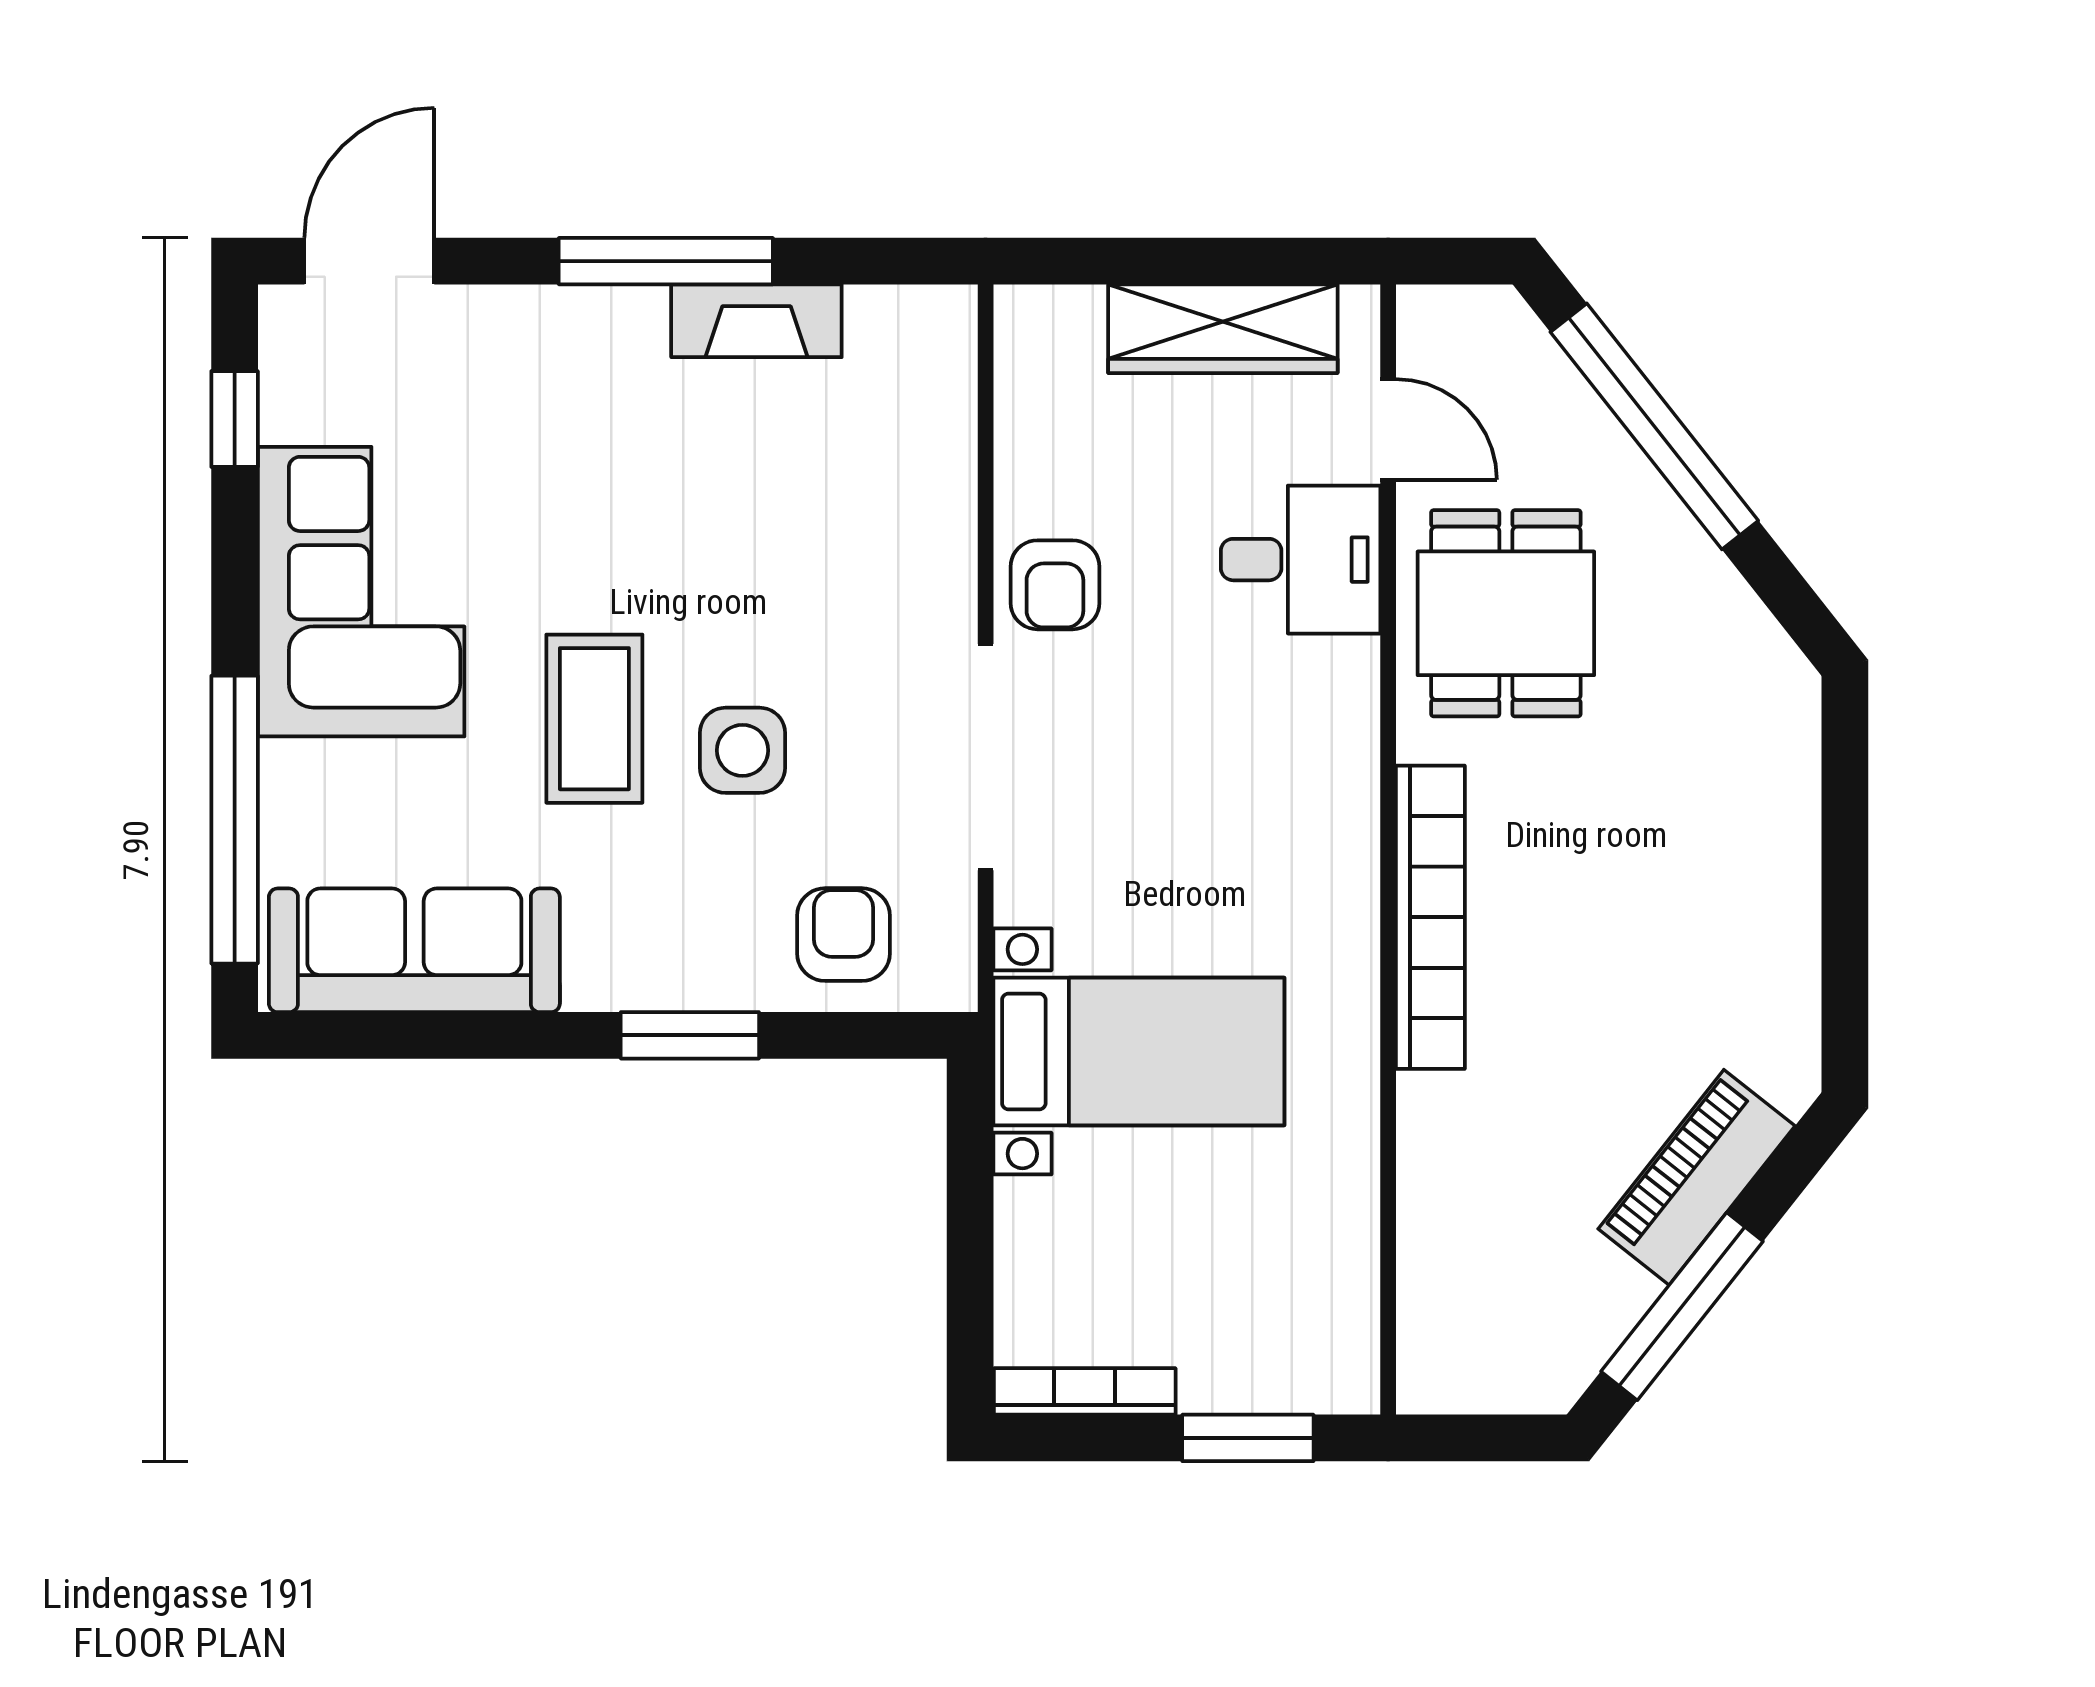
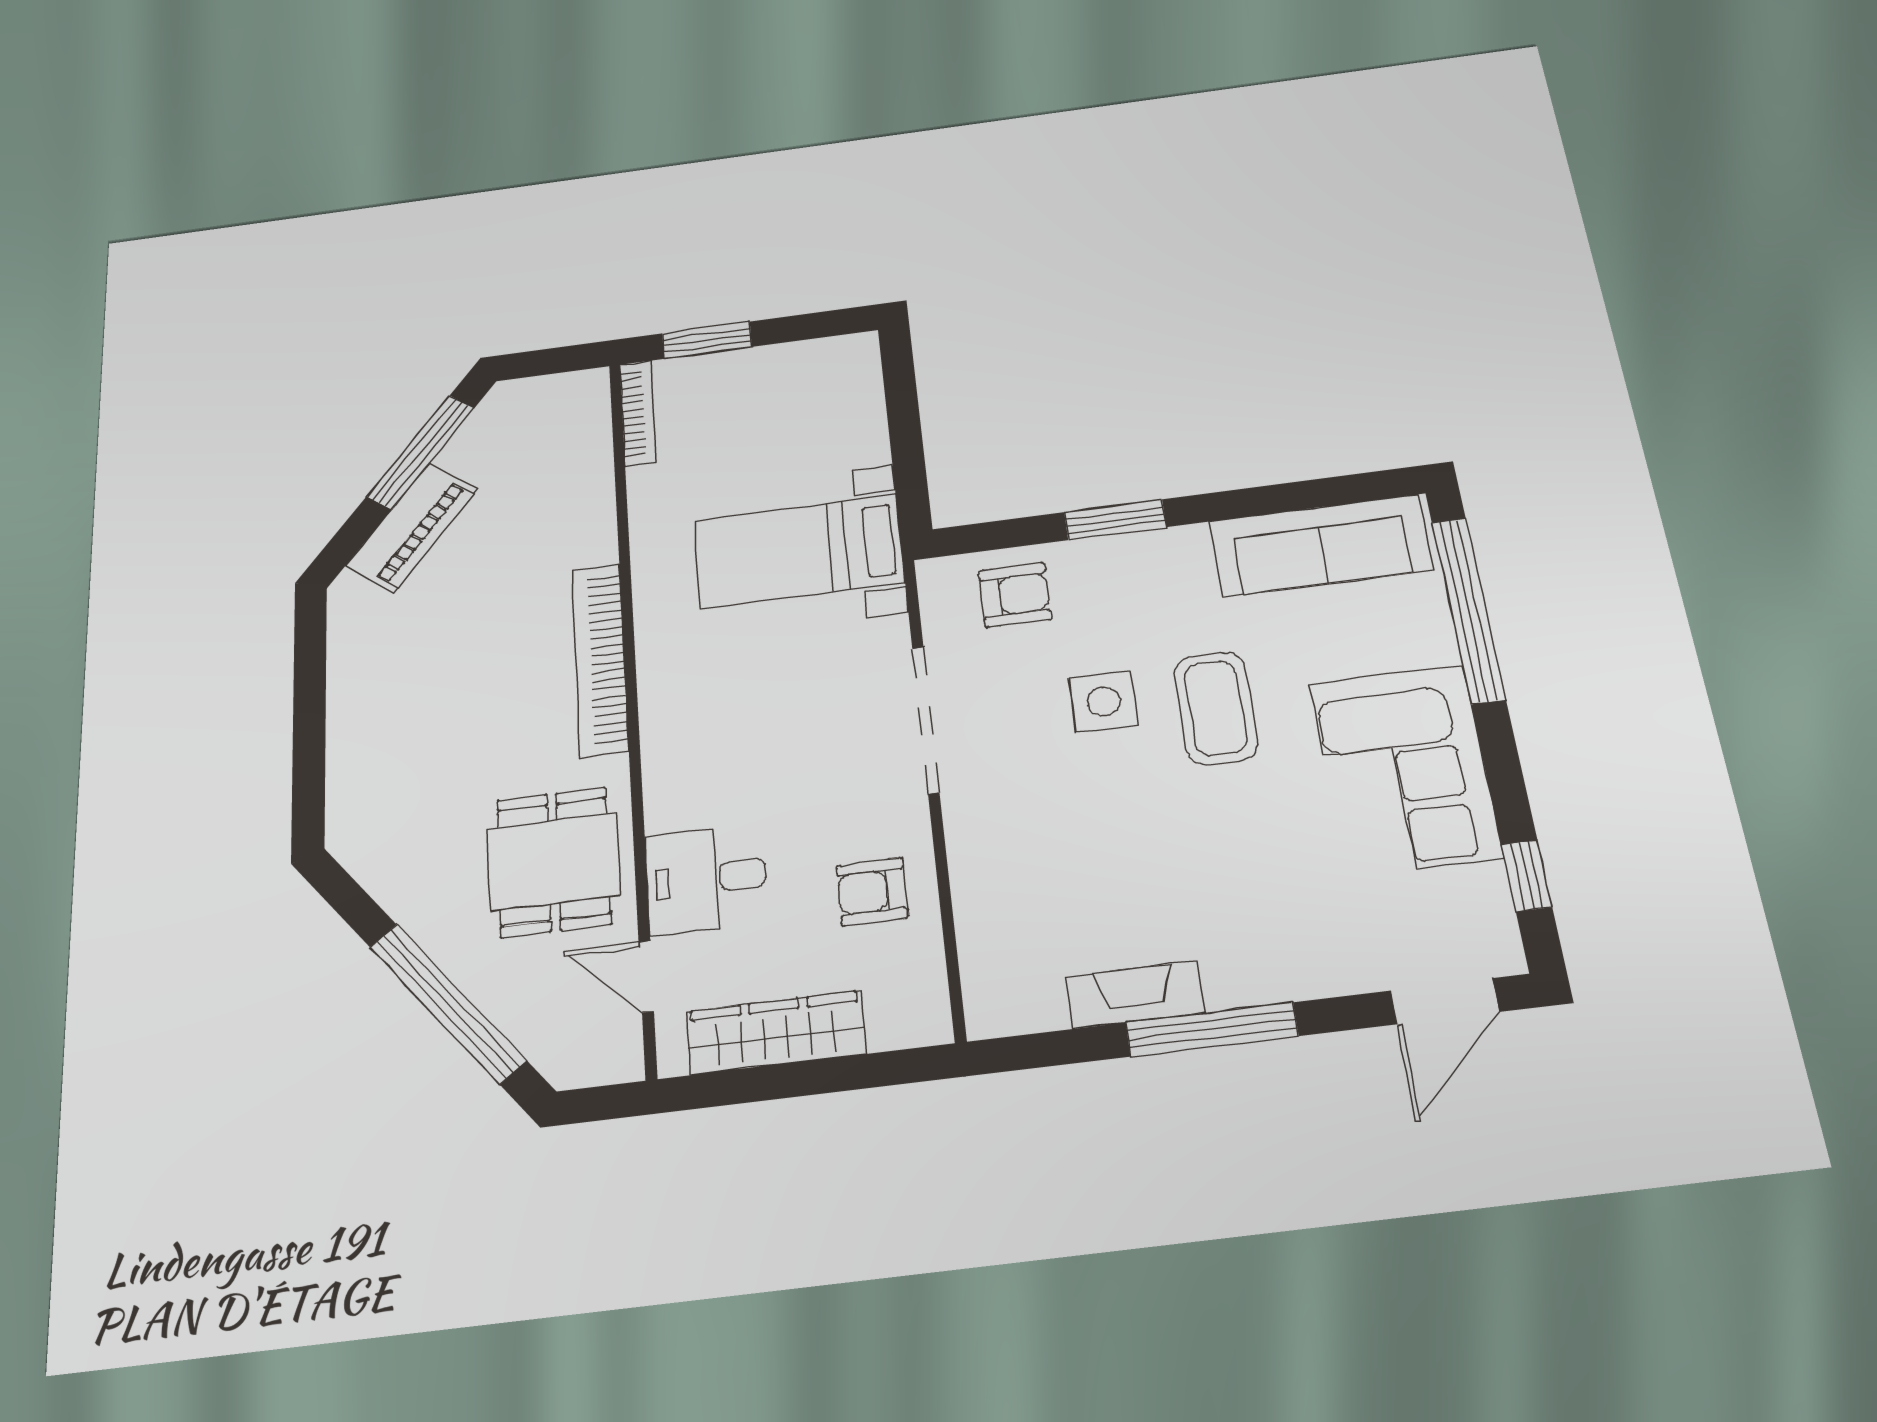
armchair: (1055, 585) -> (872, 892), moved, turned -90
armchair: (843, 935) -> (1015, 595), turned -90
bookcase: (1085, 1391) -> (638, 413), moved, turned -90

